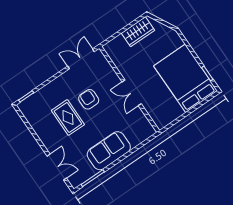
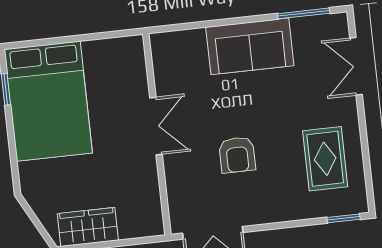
rug: (68, 117) -> (325, 159), moved

